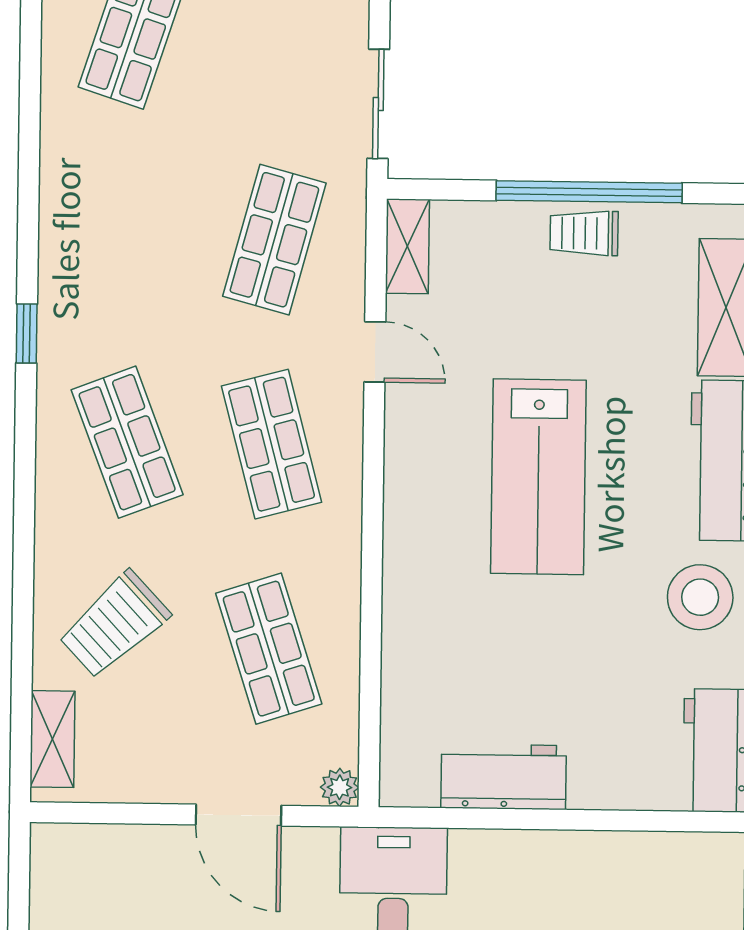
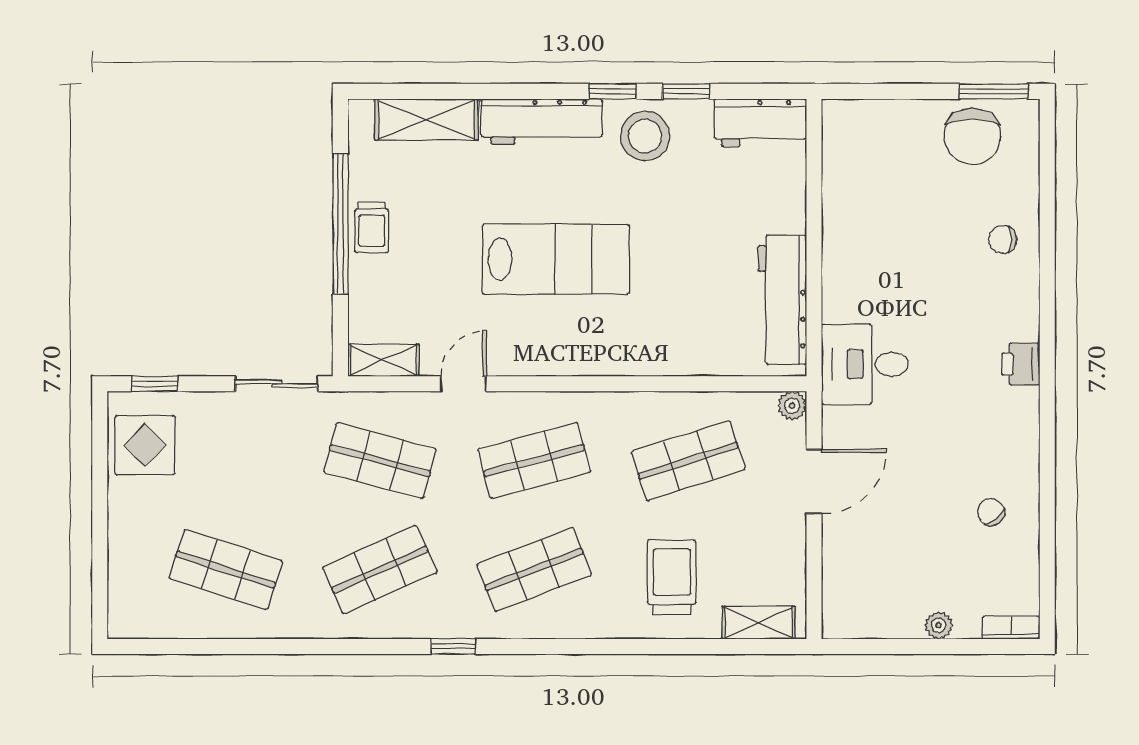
shop shelf: (130, 238) -> (380, 570), added
trolley: (114, 625) -> (672, 577), turned -137
workbench: (504, 777) -> (782, 300), width x1.38

